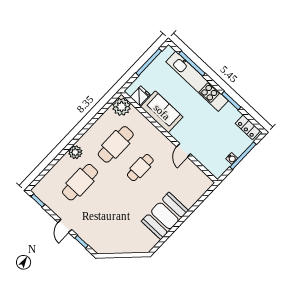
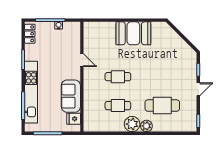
plant: (122, 107) -> (132, 124), moved
cafe table: (116, 144) -> (118, 106), width x0.73, depth x0.74
door: (184, 150) -> (82, 60), hinge flipped

